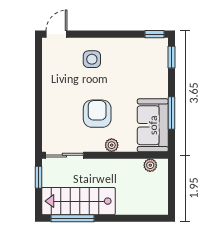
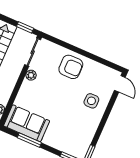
armchair: (97, 114) -> (71, 67), moved
plant: (112, 145) -> (31, 75), moved

